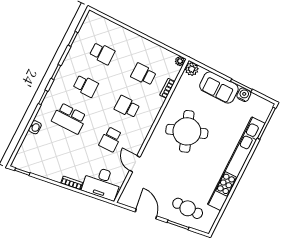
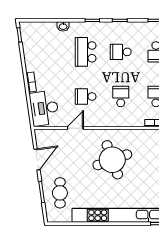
school desk: (86, 86) -> (121, 52), turned 90
round table: (187, 131) -> (112, 160), moved

